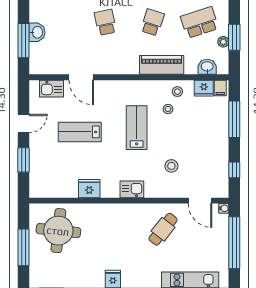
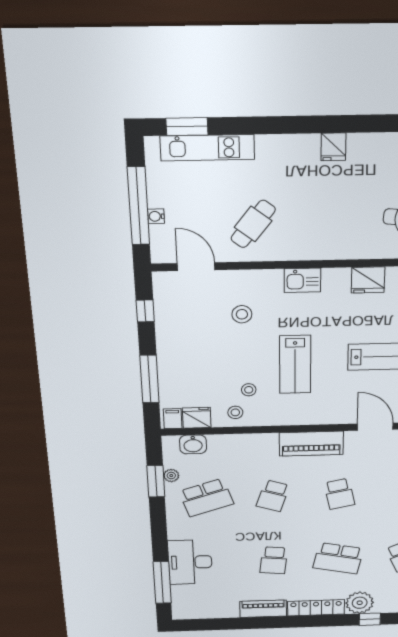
piano: (162, 65) -> (311, 444), moved
water cooler: (224, 208) -> (156, 216), moved

